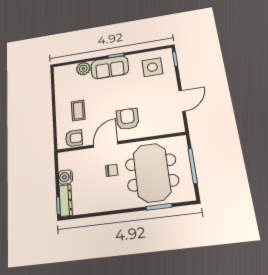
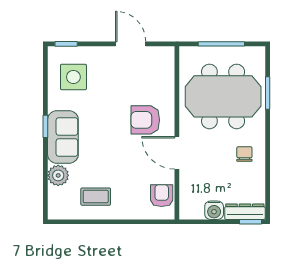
coffee table: (78, 110) -> (96, 197), moved
chair: (112, 170) -> (244, 154), moved

